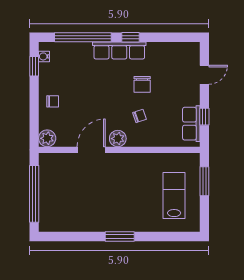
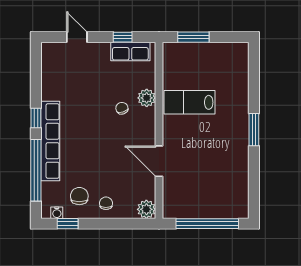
row of seats: (119, 50) -> (50, 141), width x1.36
chair: (142, 84) -> (79, 196), moved, turned -90
plant: (118, 139) -> (147, 98), moved
lab bench: (174, 195) -> (189, 102), moved

